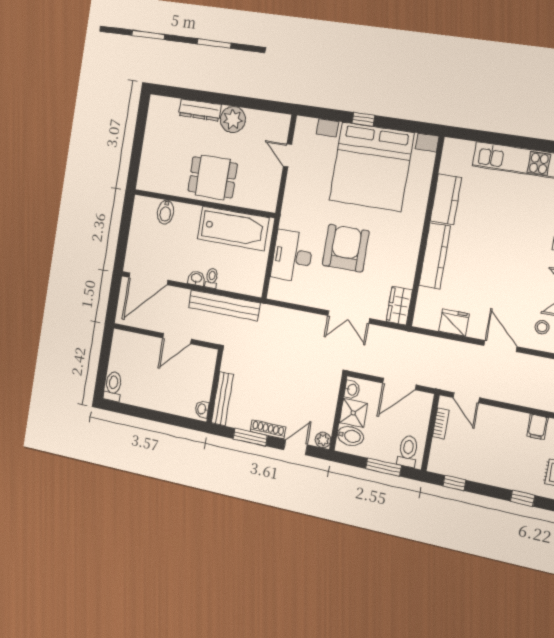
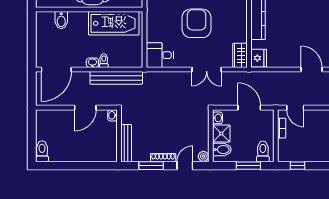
desk: (292, 256) -> (160, 55), moved, width x0.73
fridge: (454, 323) -> (259, 58), moved, turned 90
door: (399, 384) -> (249, 108), swing flipped
washbasin: (202, 409) -> (112, 115), moved

